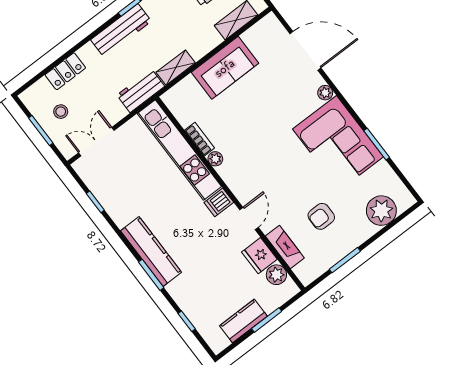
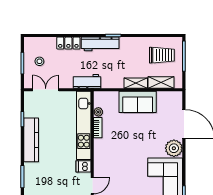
shelving: (176, 68) -> (136, 83), moved
locker: (65, 71) -> (68, 43), moved
plant: (325, 93) -> (174, 148), width x1.88, depth x1.88
plant: (215, 159) -> (98, 112), moved
kitchen counter: (151, 252) -> (31, 140), moved

